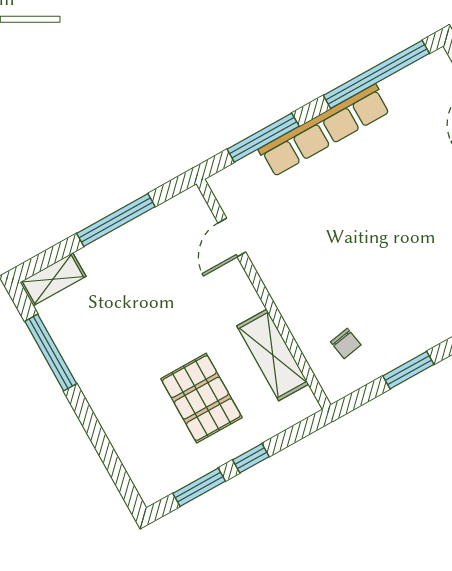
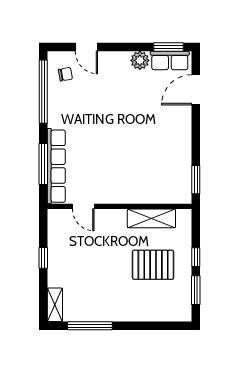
row of seats: (324, 130) -> (56, 166), moved
window: (116, 220) -> (43, 258), width x0.46
chair: (346, 343) -> (65, 74), moved
window: (408, 370) -> (196, 180), moved

